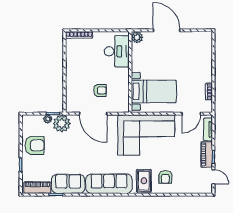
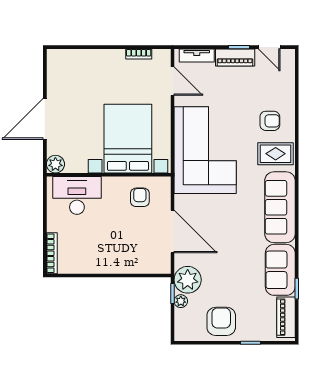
armchair: (100, 90) -> (140, 197), moved
bed with nightstands: (154, 91) -> (128, 139), width x1.36
door: (93, 114) -> (172, 232), hinge flipped
door: (213, 177) -> (269, 47), swing flipped

